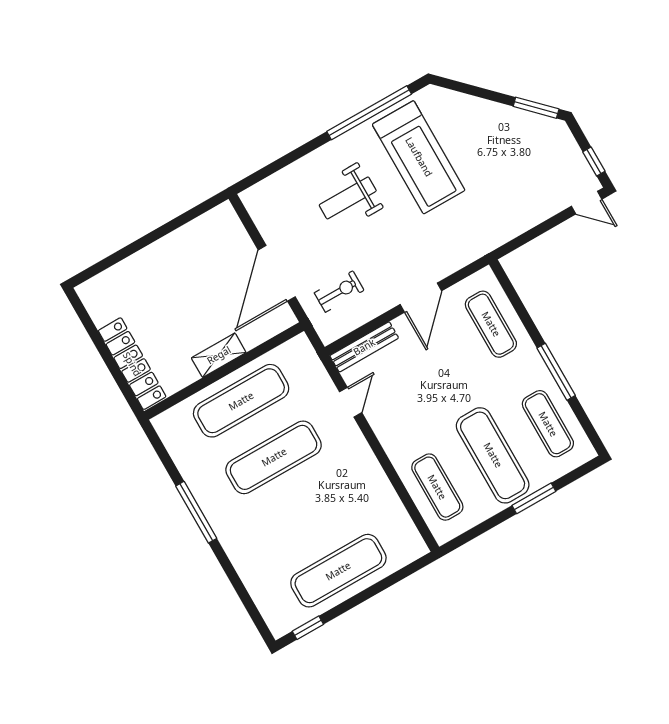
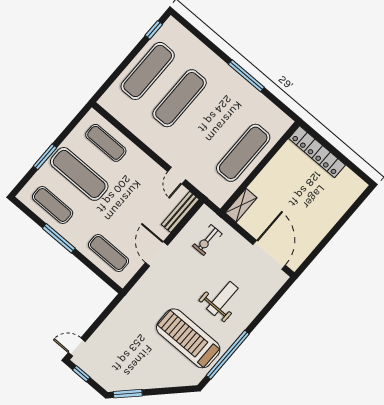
door: (277, 273) -> (269, 255), moved
shelving: (219, 355) -> (241, 205), moved
exercise mat: (274, 457) -> (180, 98), moved

